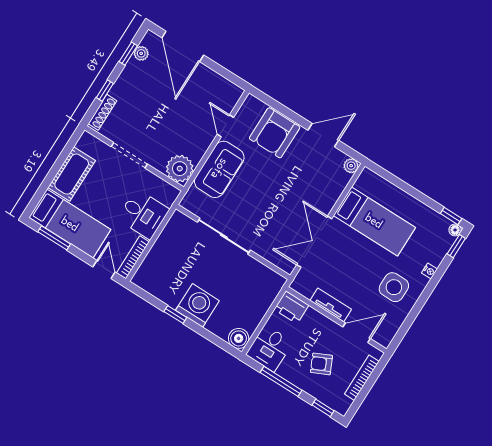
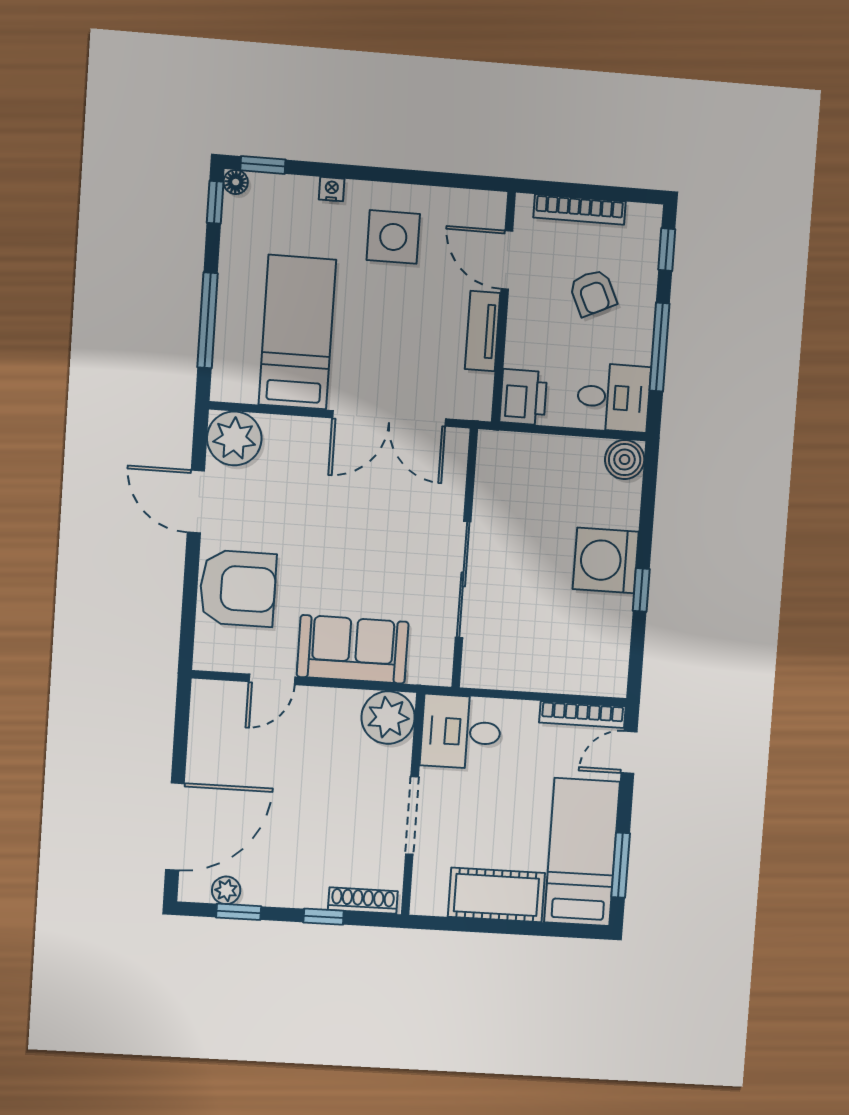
plant: (351, 166) -> (234, 438), width x1.88, depth x1.88
window: (401, 184) -> (208, 320), added
desk: (143, 214) -> (461, 732), moved, turned -90

